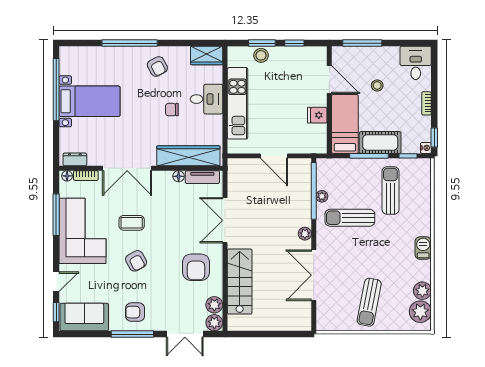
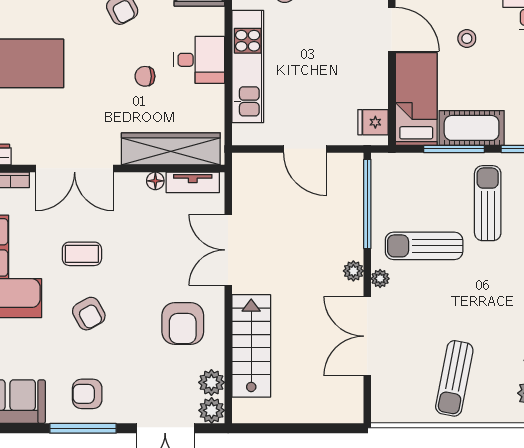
fridge: (317, 115) -> (373, 122), moved
plant: (322, 196) -> (380, 279), moved

